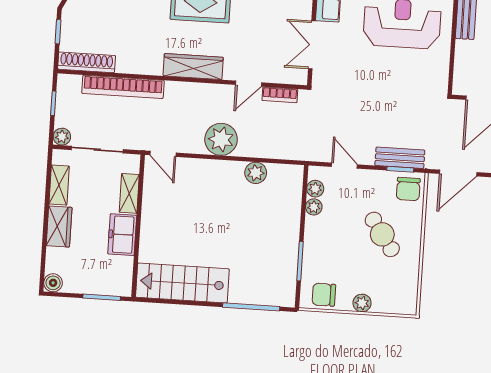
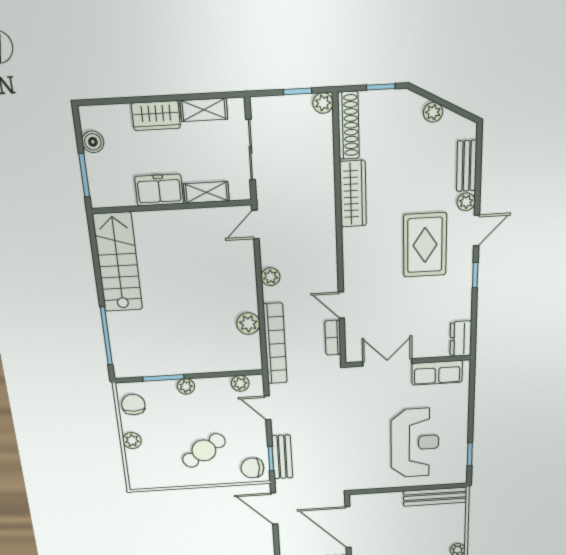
wardrobe: (193, 67) -> (353, 194), moved
bookcase: (123, 87) -> (275, 344), moved, turned 180
plant: (62, 137) -> (323, 103), moved
plant: (221, 139) -> (270, 277), width x0.53, depth x0.53
door: (344, 166) -> (268, 408), swing flipped
plant: (314, 207) -> (186, 386), moved
boiler: (53, 283) -> (93, 142), moved

